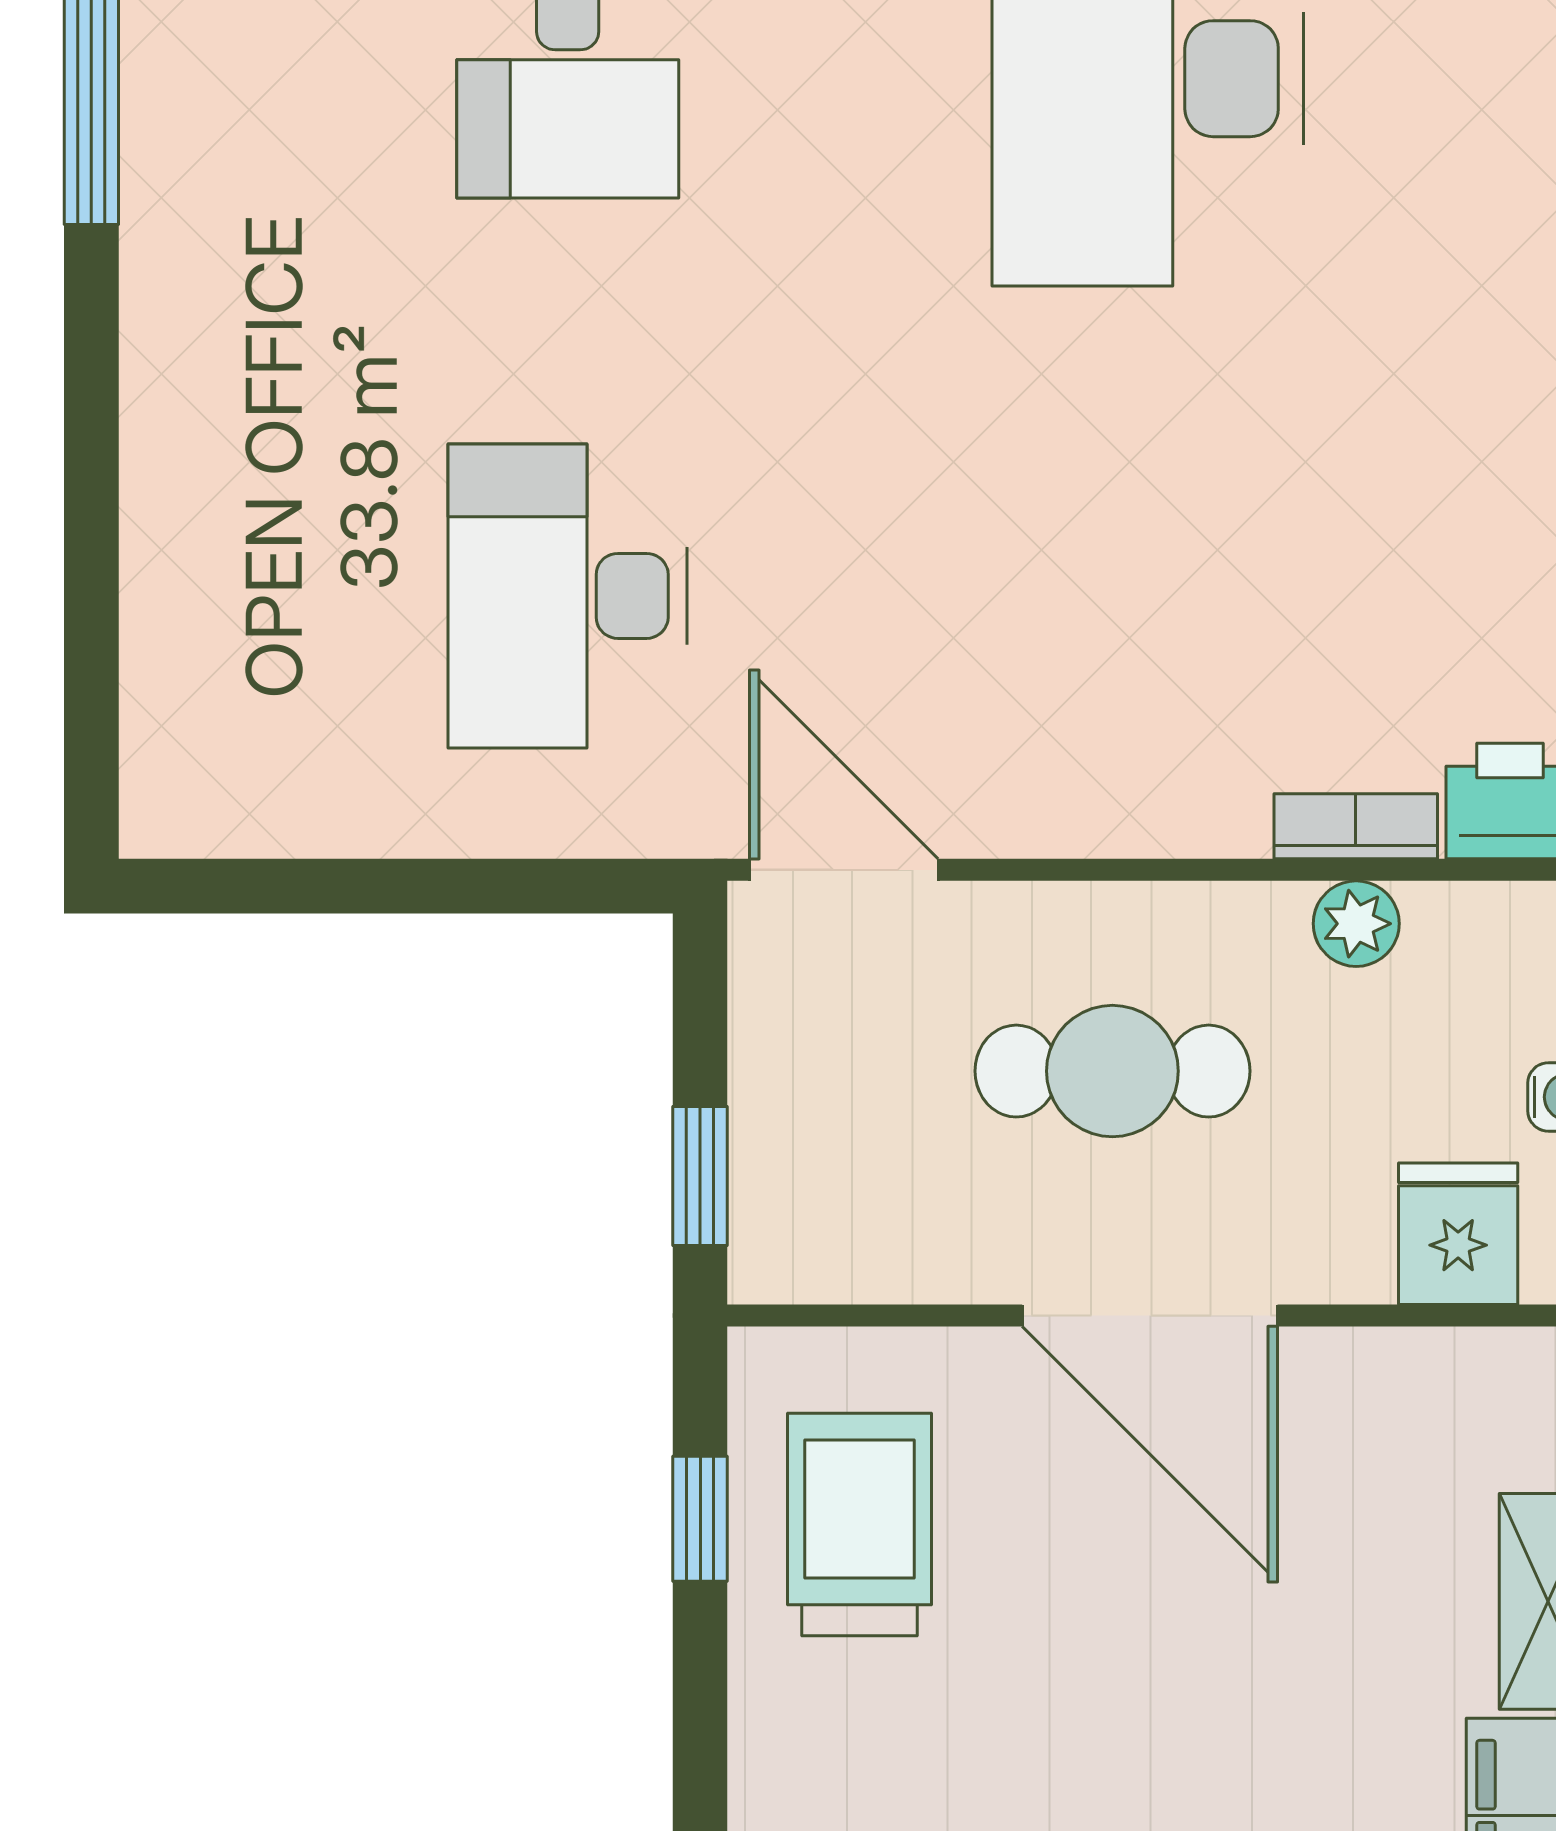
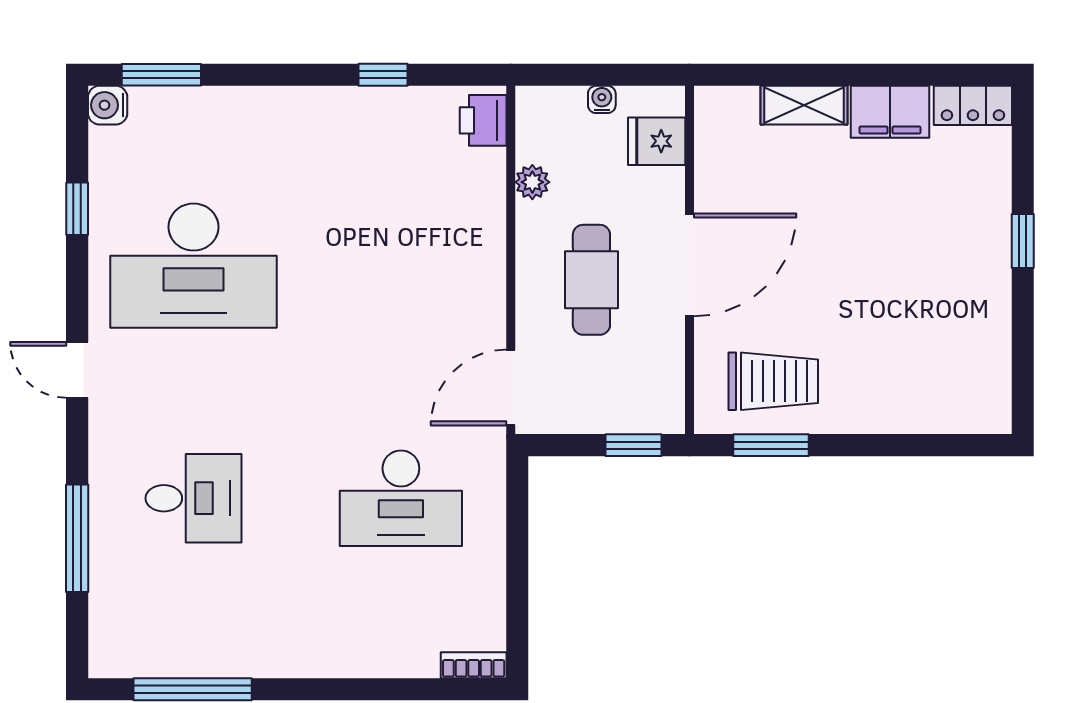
bookcase: (1356, 826) -> (474, 665), moved, turned 90
window: (700, 1519) -> (771, 445), width x1.50
trolley: (860, 1525) -> (773, 381), turned 180

